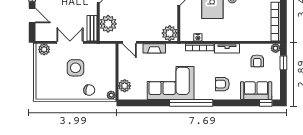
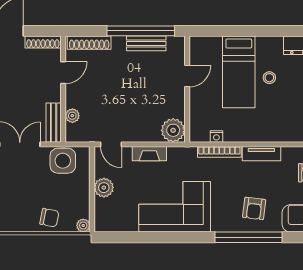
plant: (108, 24) -> (72, 116), width x0.53, depth x0.53
side table: (75, 68) -> (63, 161), moved
armchair: (222, 84) -> (254, 208), turned -83
plant: (125, 86) -> (104, 188), moved
window: (191, 103) -> (248, 237), moved

